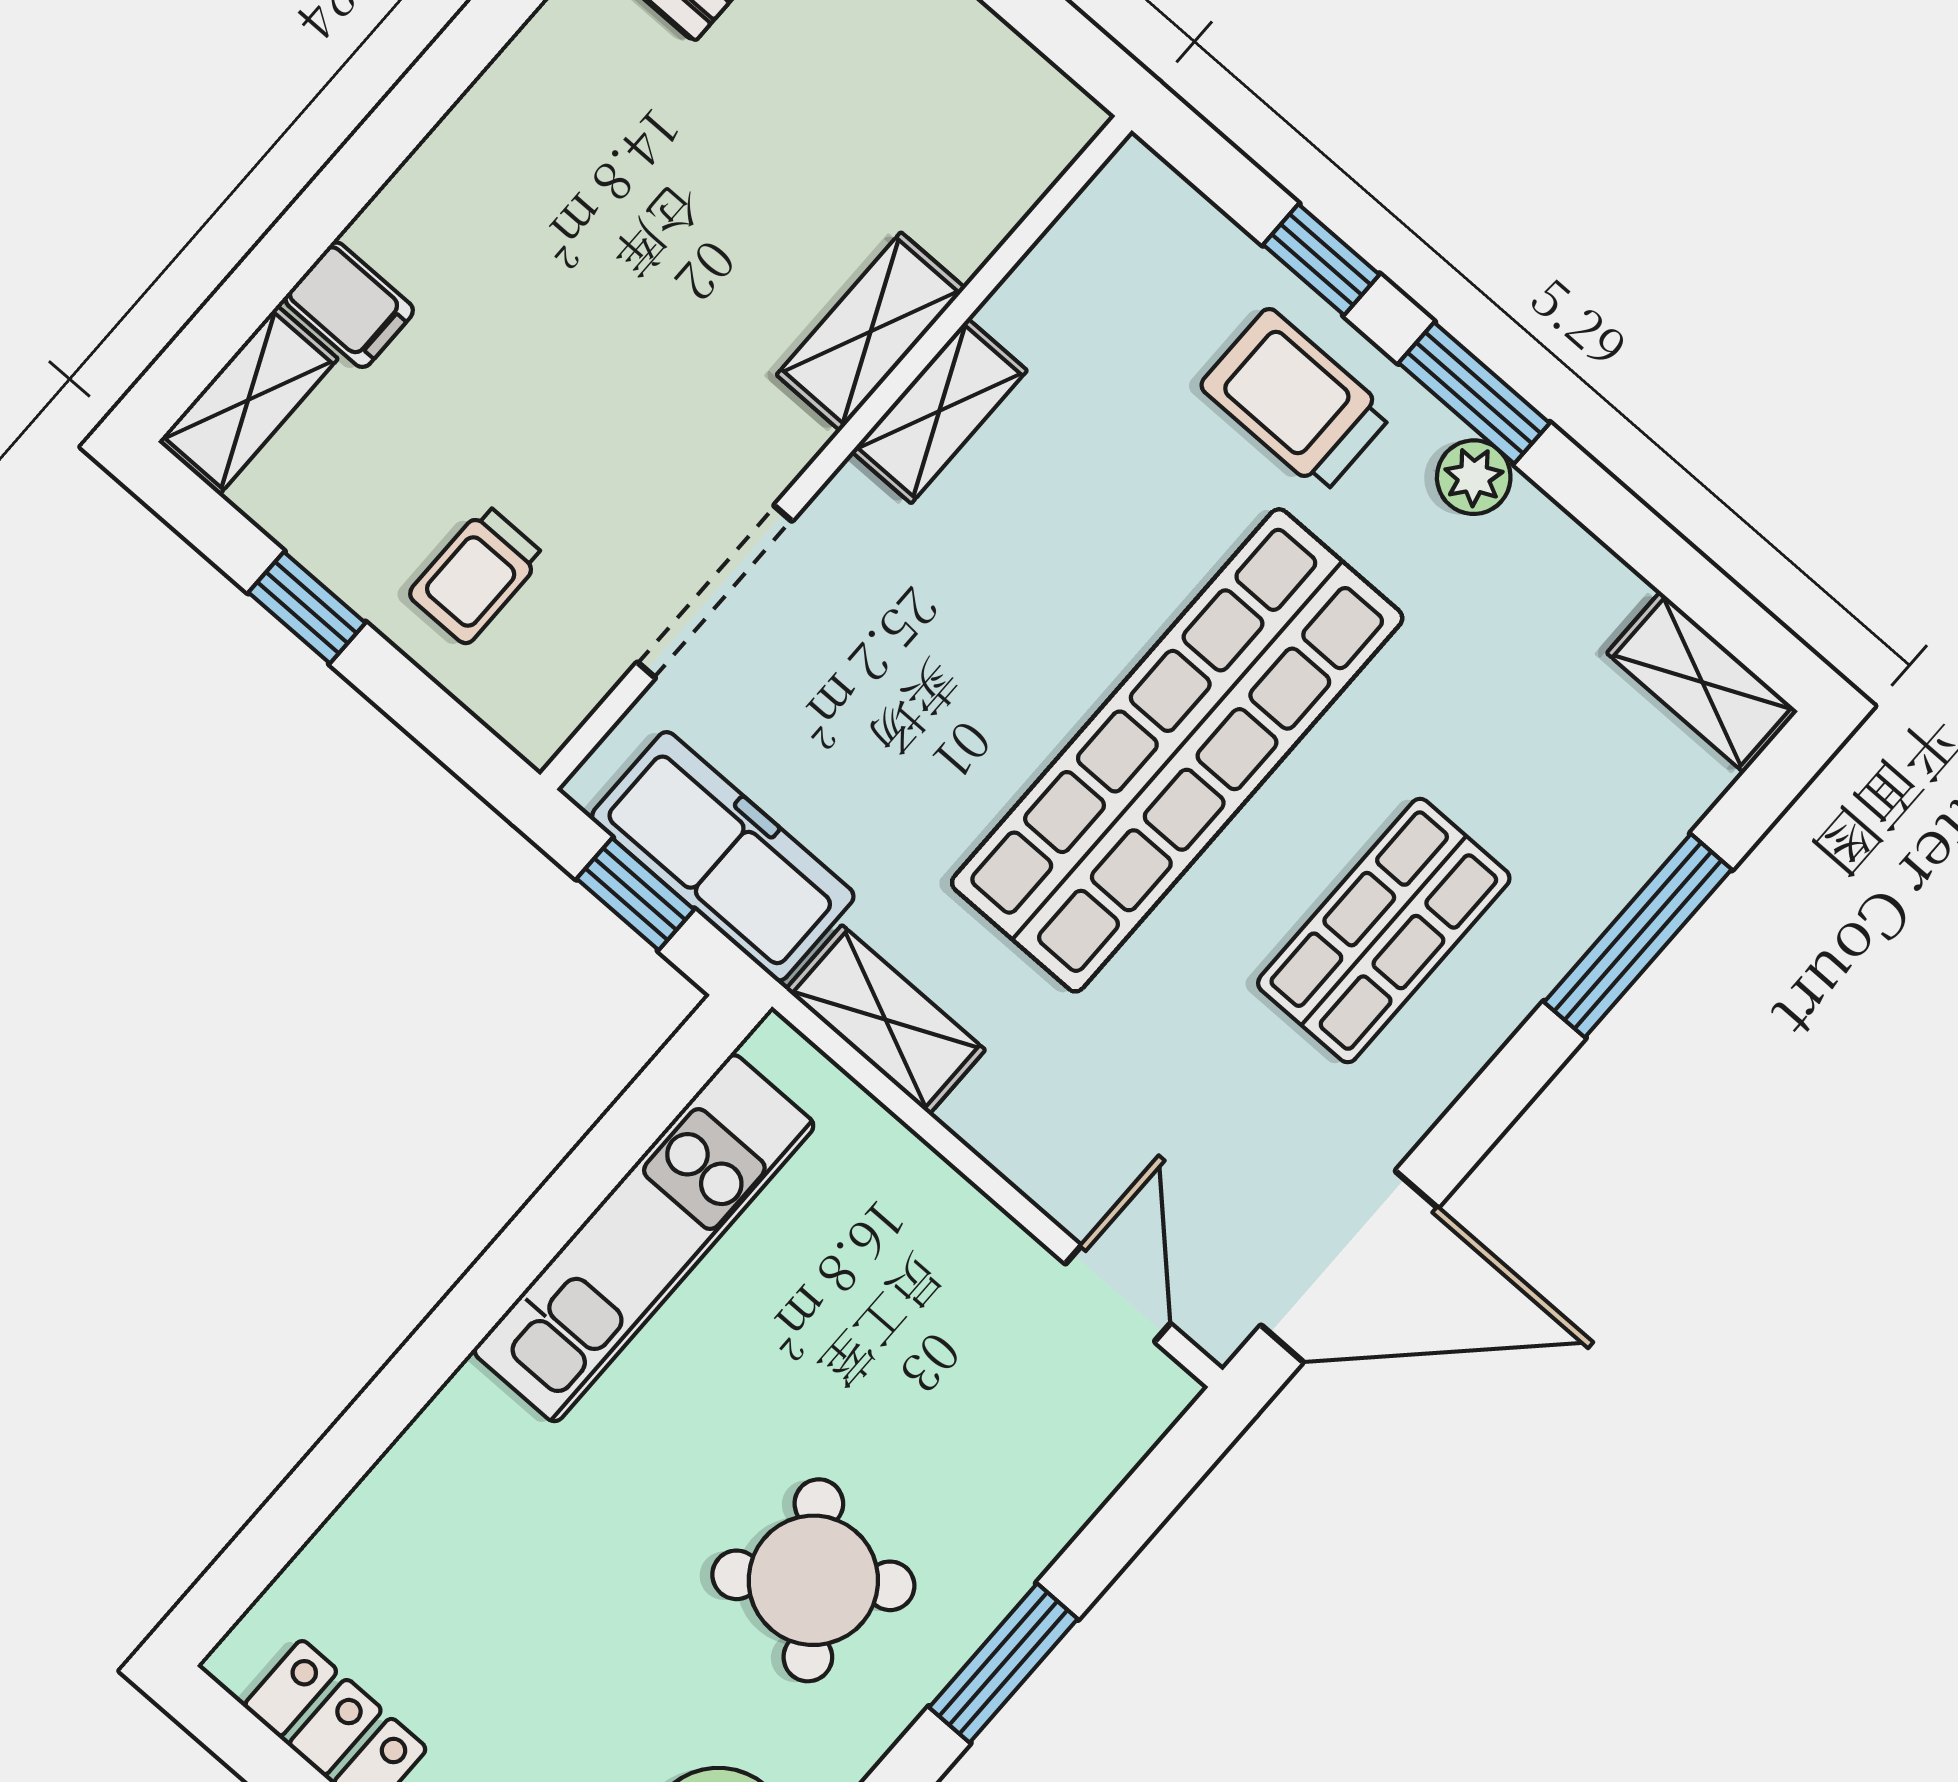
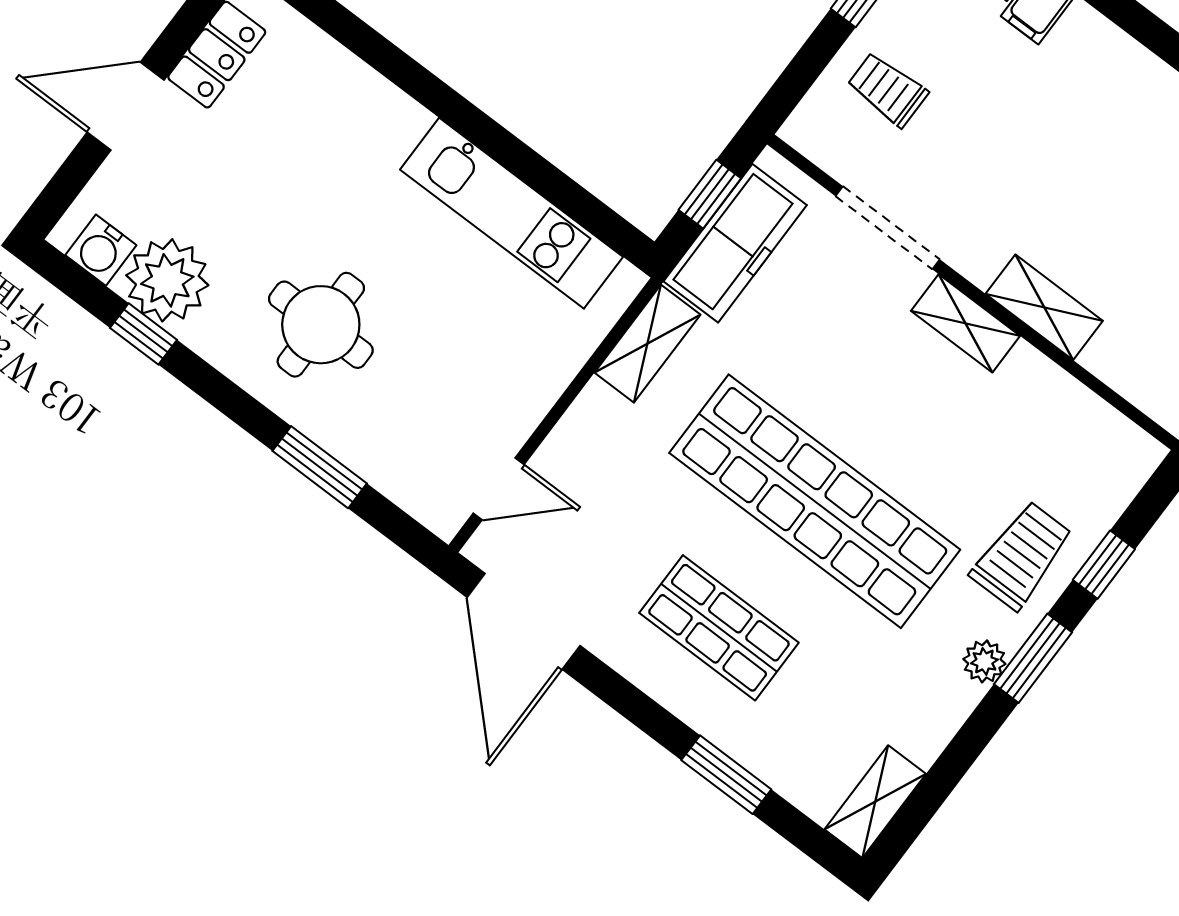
shelving: (939, 411) -> (965, 323), moved
window: (1638, 936) -> (726, 775), width x0.69
round table: (813, 1580) -> (321, 325), turned 37
window: (1003, 1663) -> (320, 467), moved

